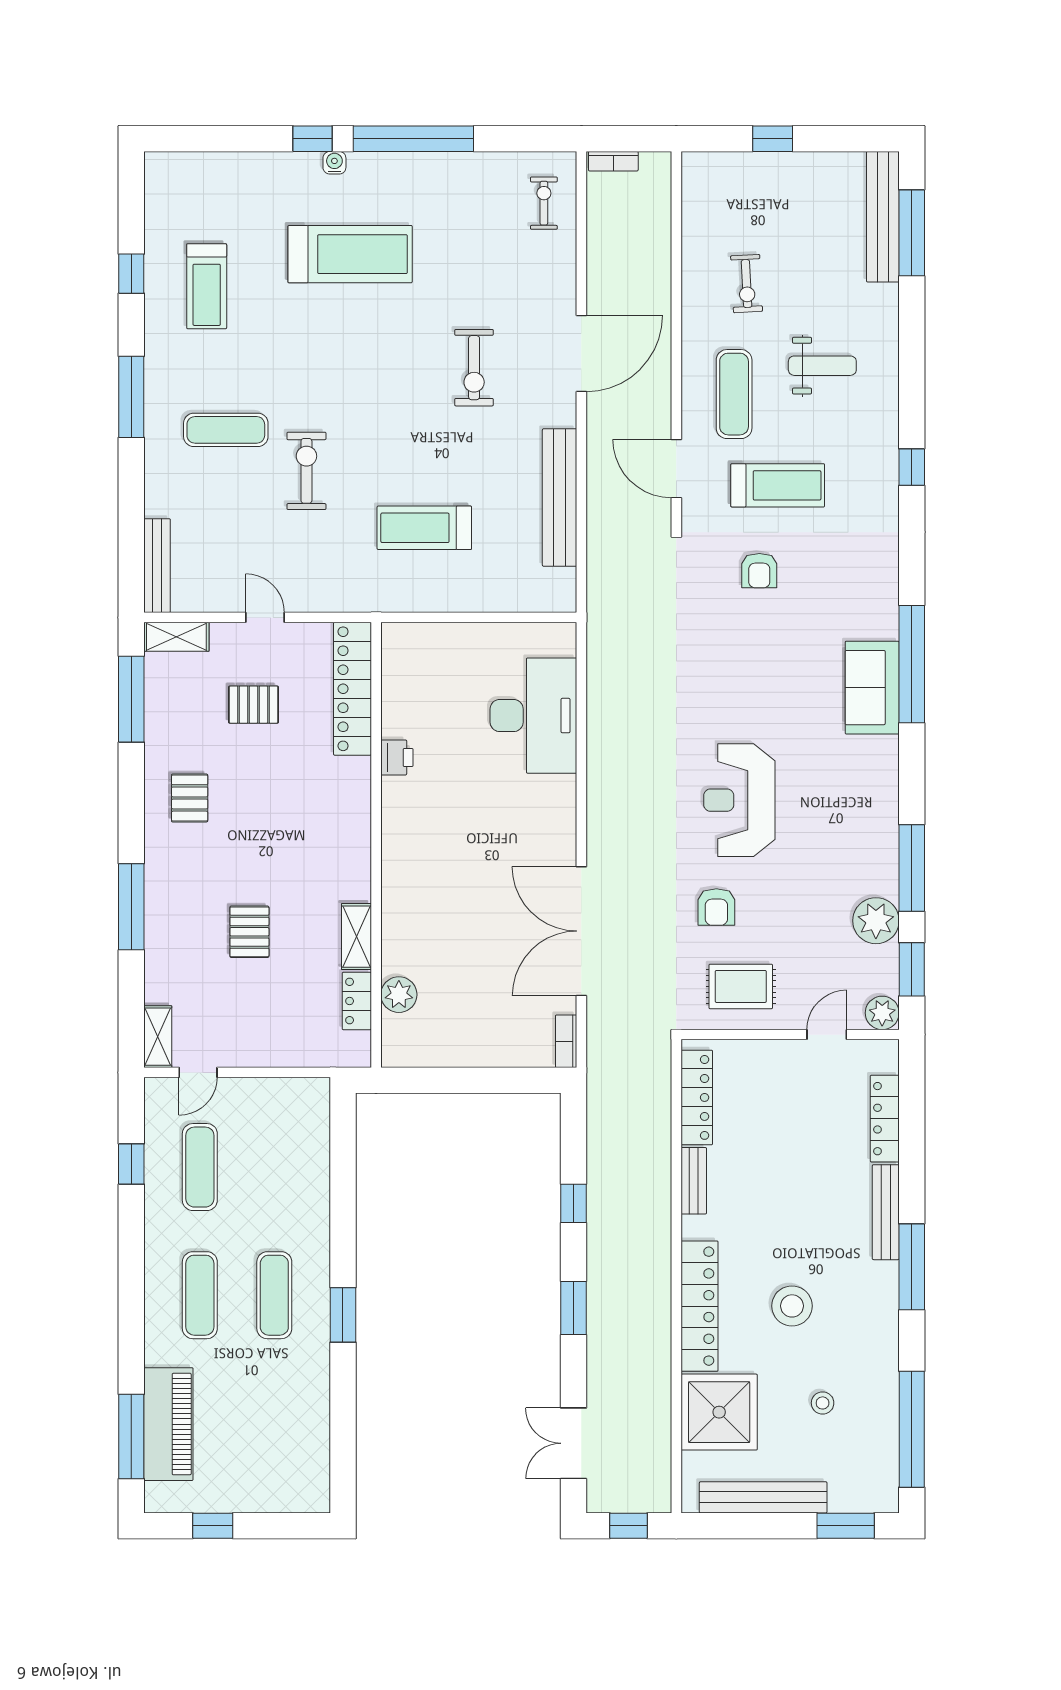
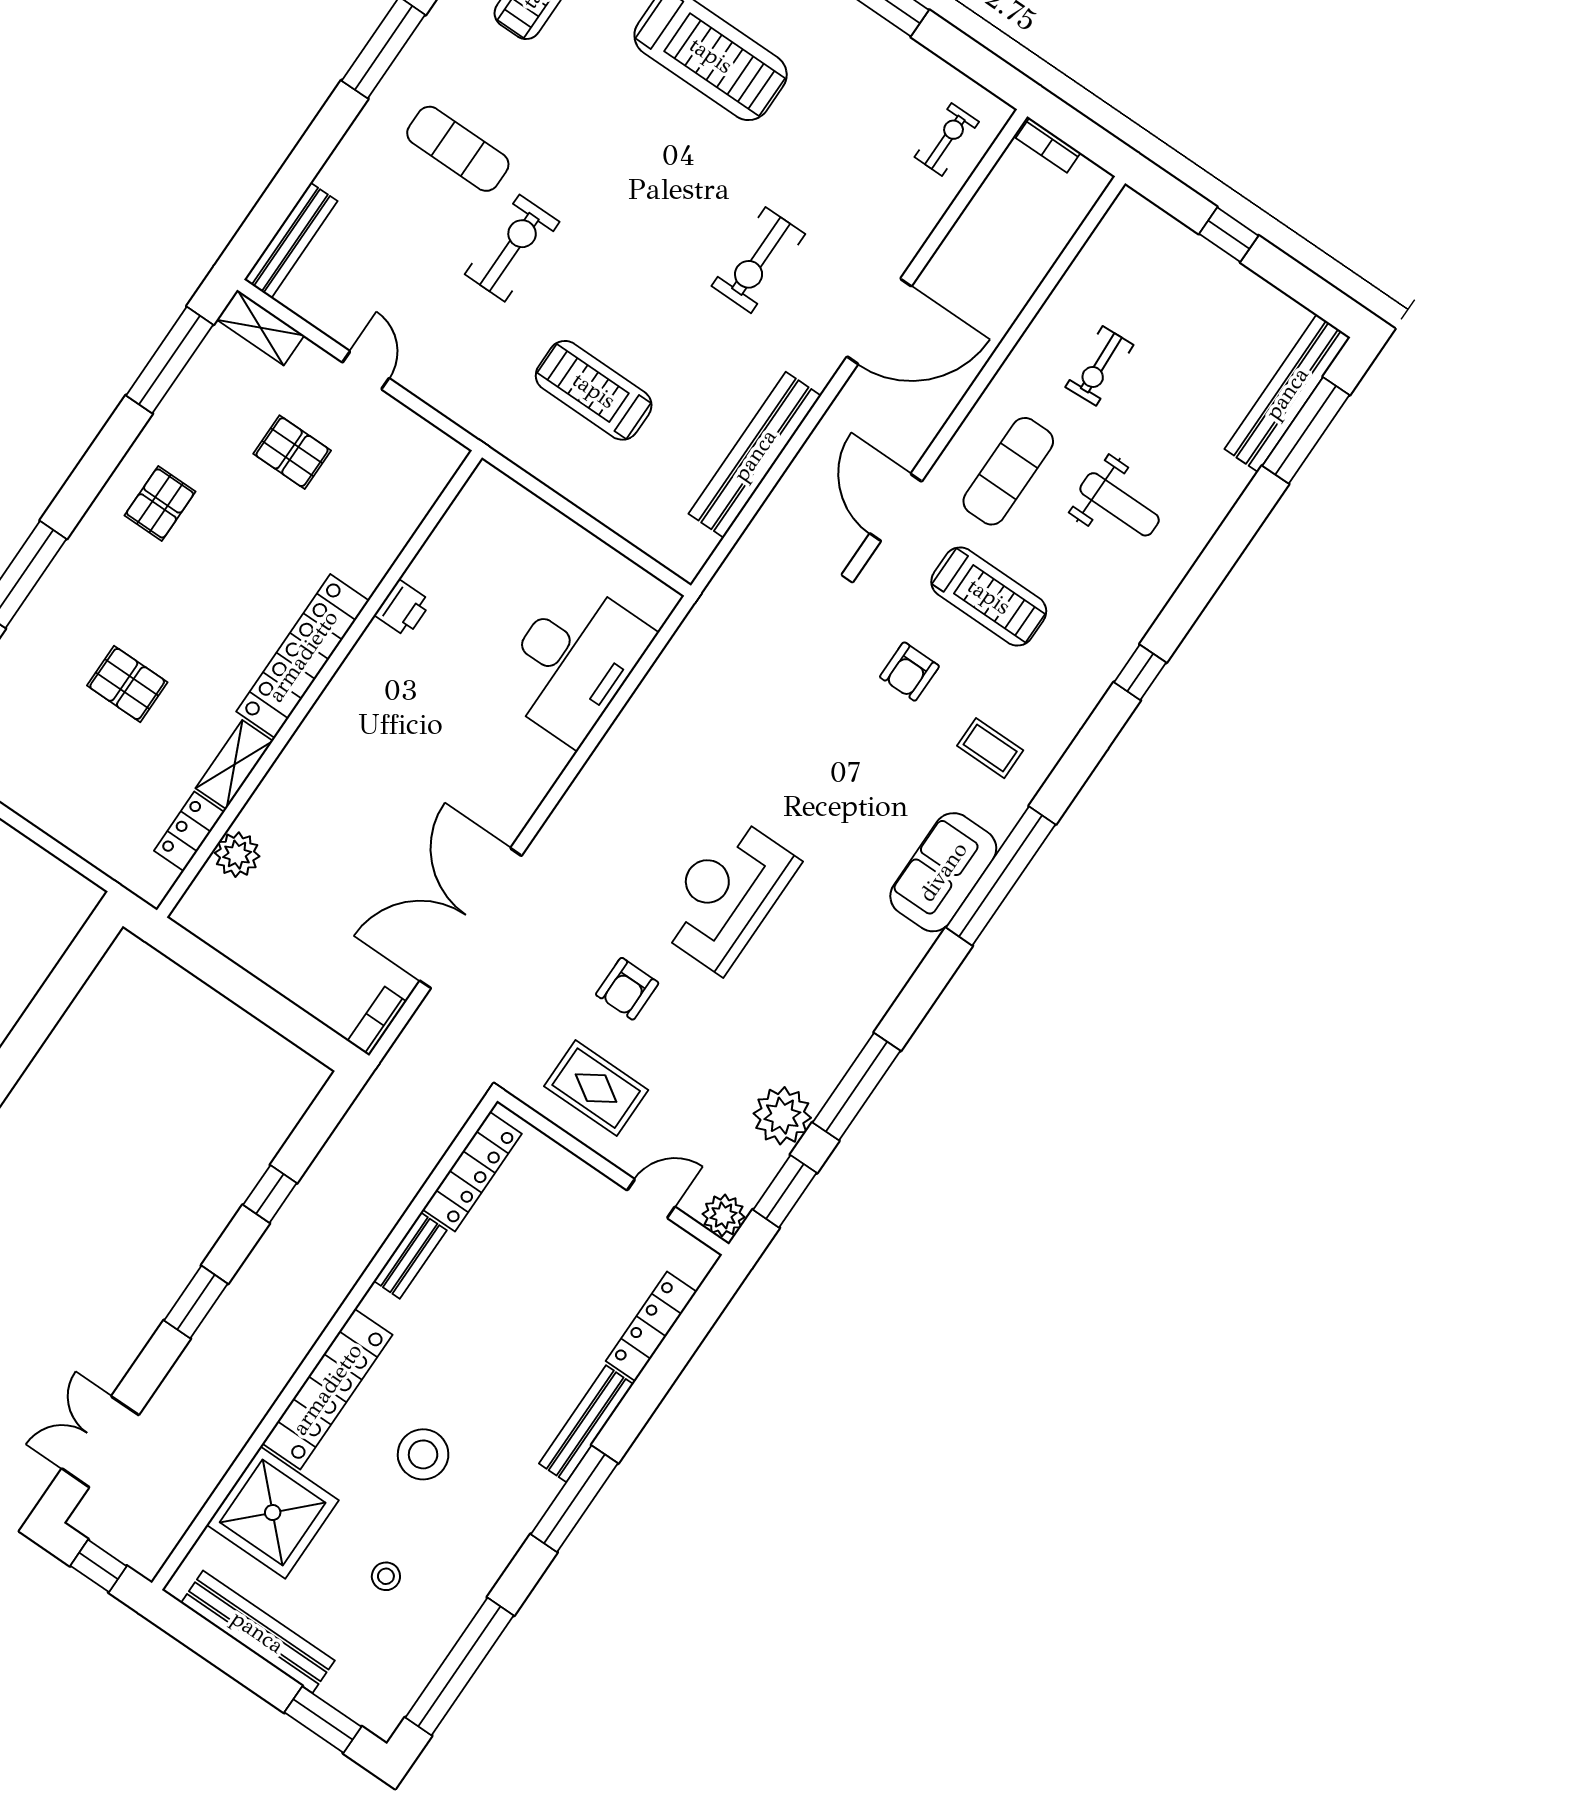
coffee table: (847, 585) -> (990, 748), added
locker: (353, 689) -> (303, 656), moved
pallet: (249, 932) -> (127, 684), turned 90

